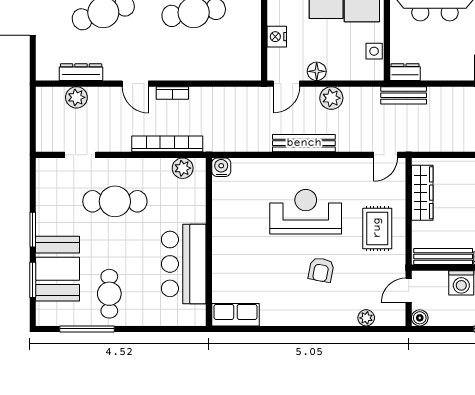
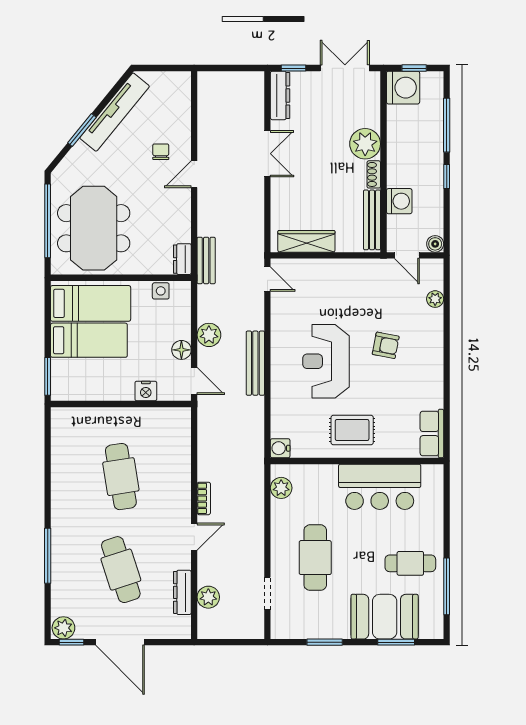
bookcase: (167, 144) -> (256, 504), removed
rug: (377, 228) -> (352, 430), moved
window: (33, 230) -> (325, 642), moved

